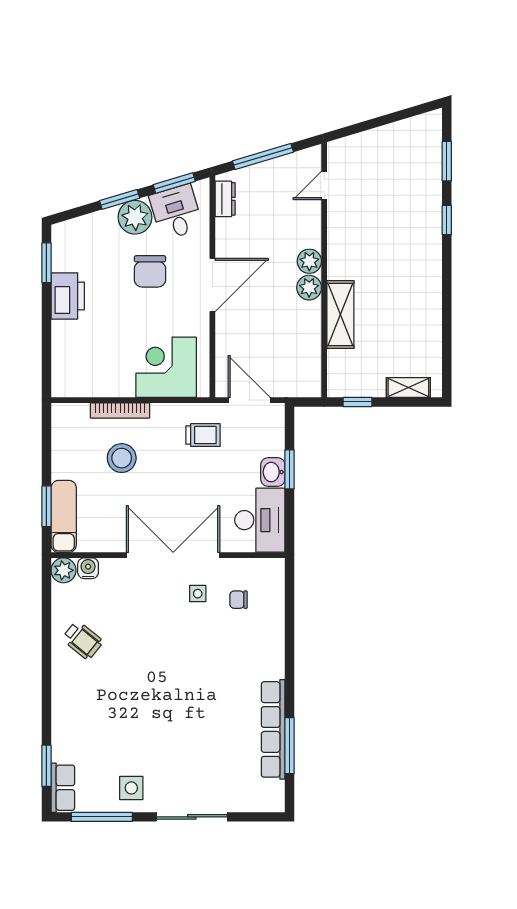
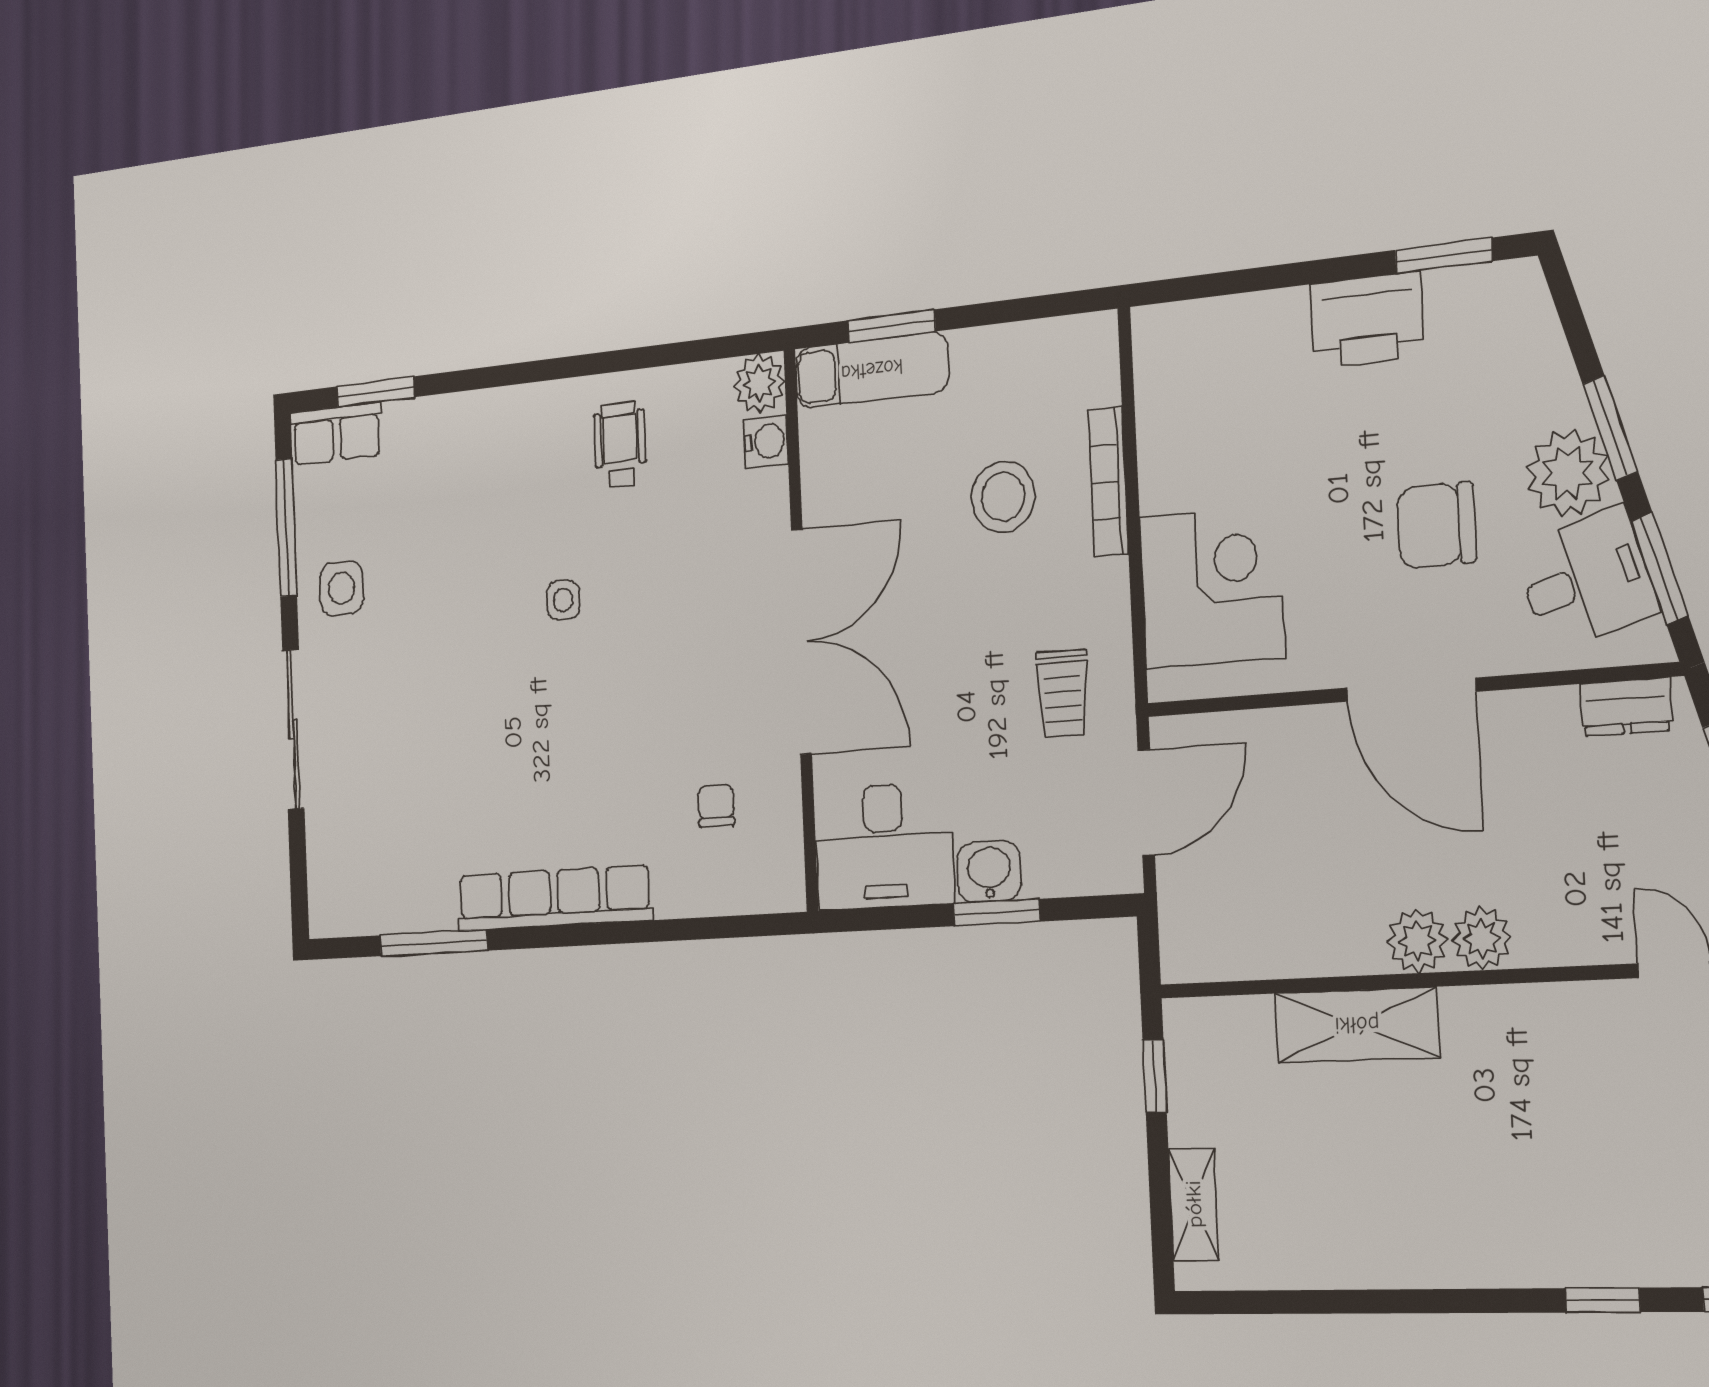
side table: (198, 594) -> (563, 600), moved
wheelchair: (82, 640) -> (620, 445), turned 141
row of seats: (273, 729) -> (554, 898), moved

